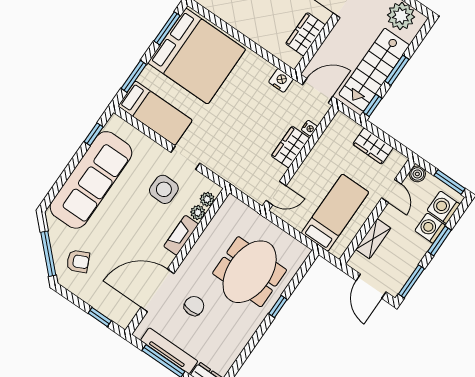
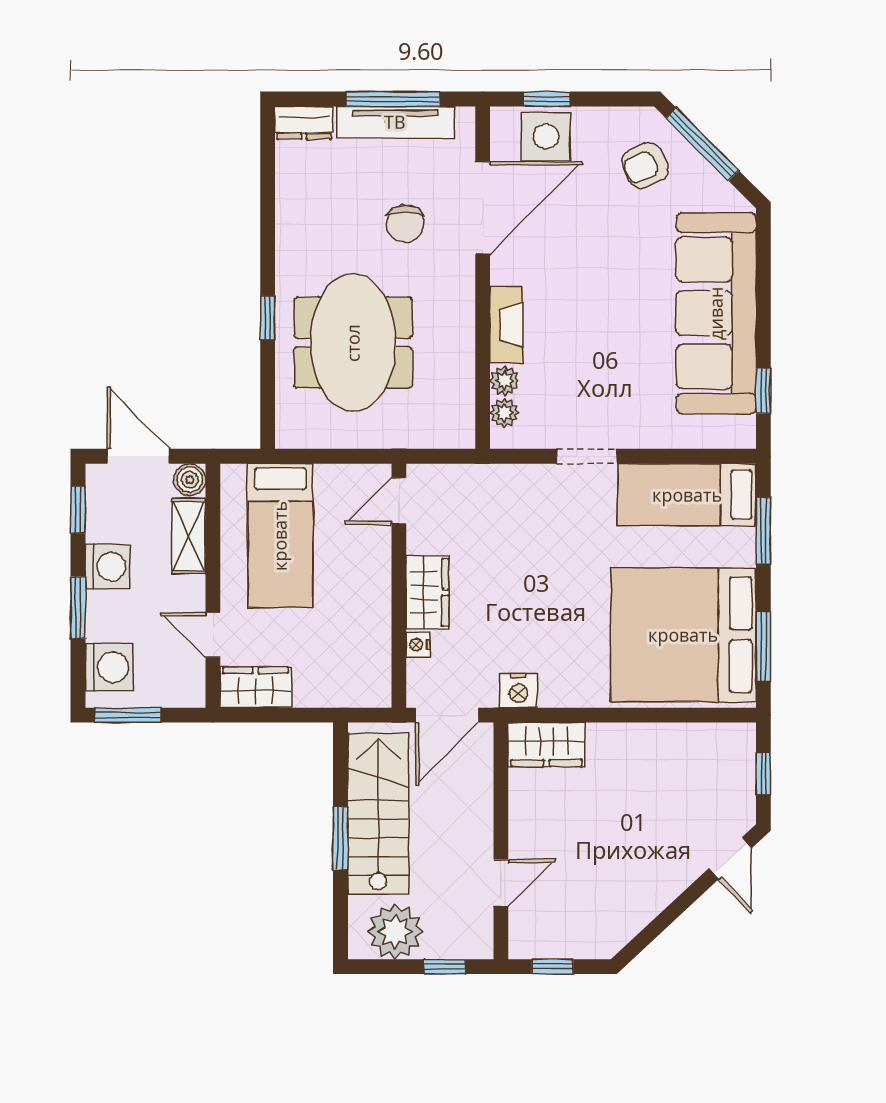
wardrobe: (306, 34) -> (546, 745), moved, turned 90
window: (372, 105) -> (340, 753), removed
wardrobe: (373, 146) -> (255, 687), moved
boiler: (417, 174) -> (190, 480), moved
side table: (164, 189) -> (546, 137), moved
washing machine: (430, 228) -> (108, 566), moved
window: (411, 281) -> (78, 510), width x0.67

